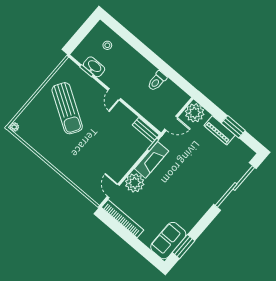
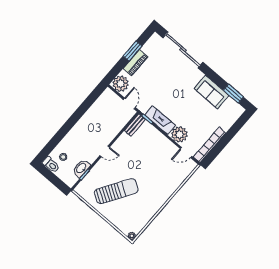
toilet: (157, 81) -> (51, 165), moved
sofa: (168, 241) -> (212, 92), moved

